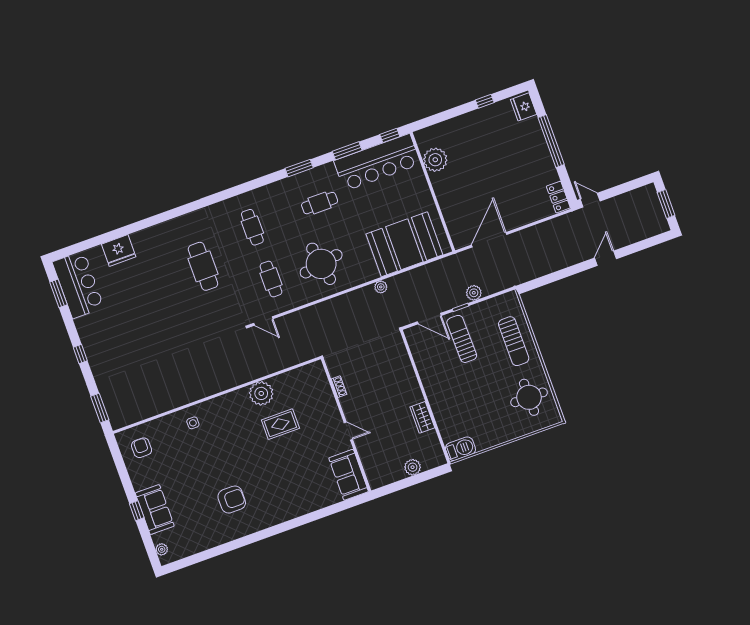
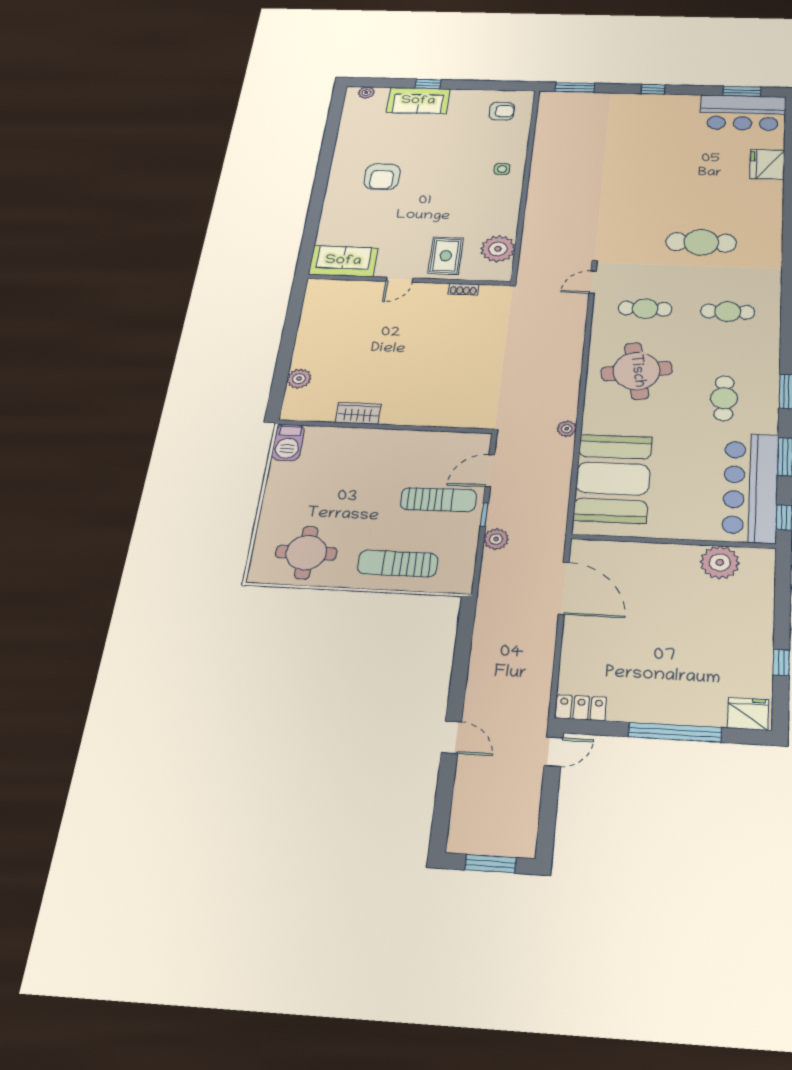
shoe rack: (339, 387) -> (463, 289), moved
wall: (346, 425) -> (409, 280), moved
door: (348, 431) -> (399, 280), moved
sofa: (349, 475) -> (343, 261), moved

